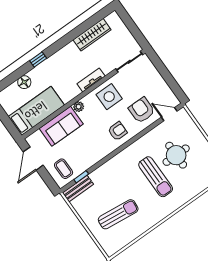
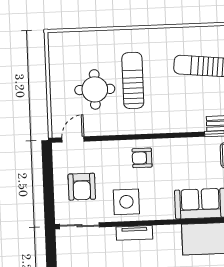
plant: (79, 107) -> (167, 213), removed
armchair: (142, 110) -> (82, 187), moved
door: (169, 114) -> (73, 139), swing flipped

